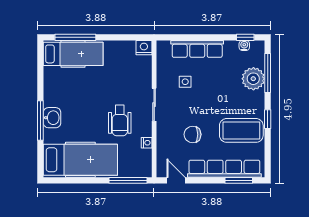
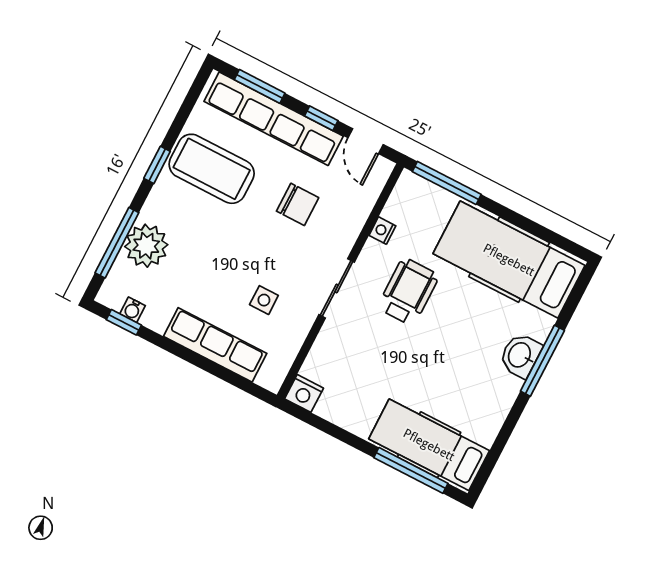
window: (202, 180) -> (321, 118), added

